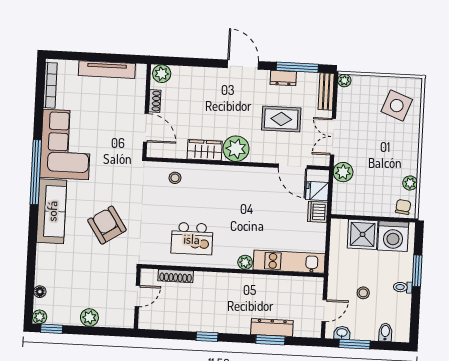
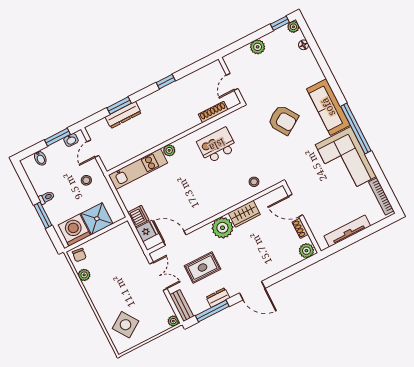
side table: (397, 106) -> (126, 325), turned 35
plant: (343, 172) -> (136, 255), removed
stool: (363, 293) -> (86, 180), moved

